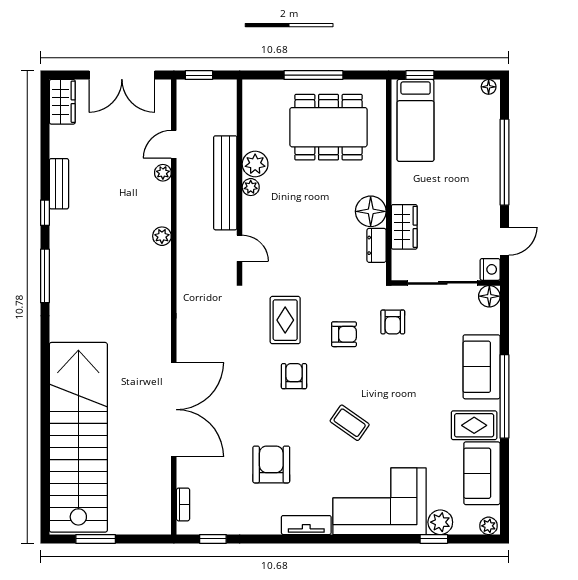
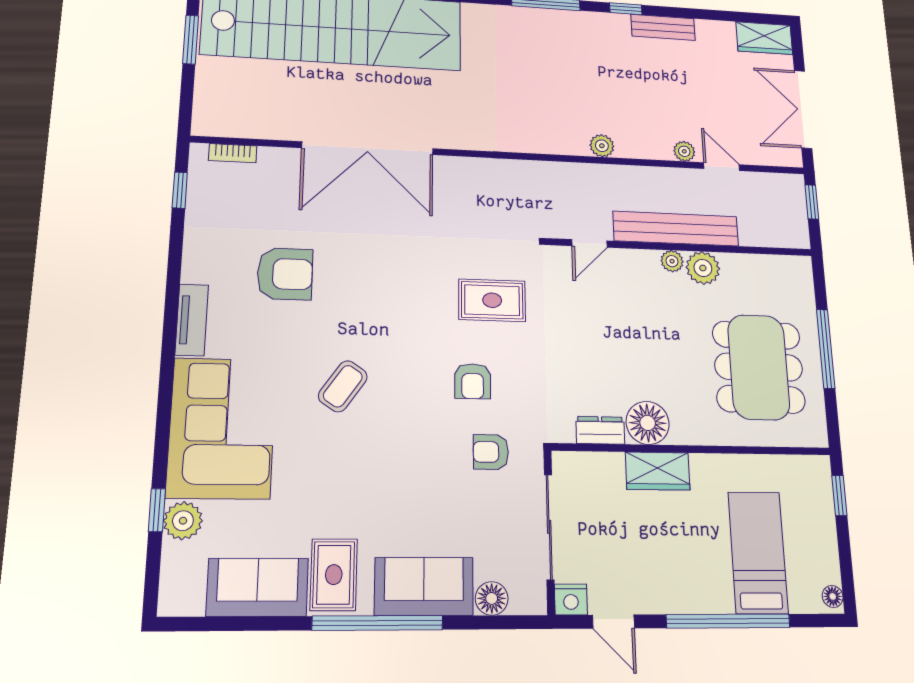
bed: (416, 120) -> (758, 552), moved, turned 90
wardrobe: (404, 227) -> (658, 471), moved
floor lamp: (489, 296) -> (492, 598), moved
armchair: (294, 376) -> (412, 310), removed
plant: (489, 526) -> (172, 598), removed

